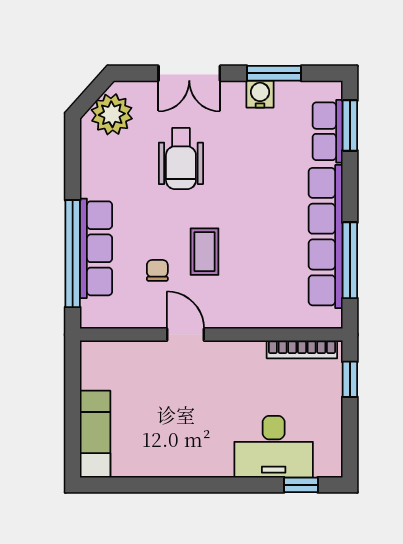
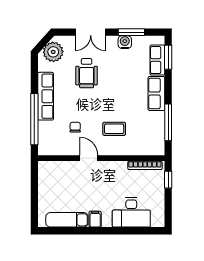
row of seats: (326, 237) -> (156, 93), width x0.50
row of seats: (96, 248) -> (46, 96), moved
coffee table: (204, 252) -> (114, 129), moved, turned 90
exam couch: (95, 434) -> (67, 220), moved, turned -90
filing cabinet: (199, 461) -> (95, 219), added
window: (301, 485) -> (144, 231), removed

